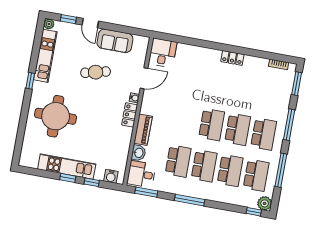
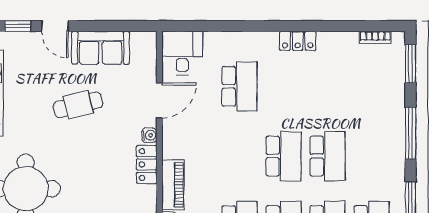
school desk: (264, 134) -> (240, 86), moved

